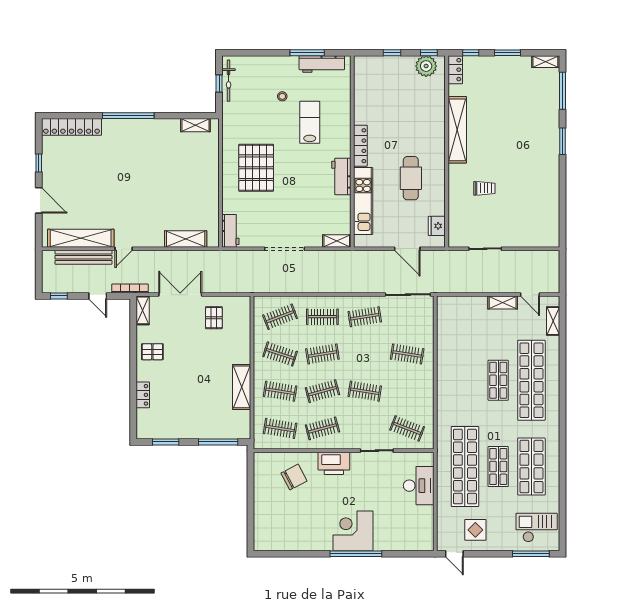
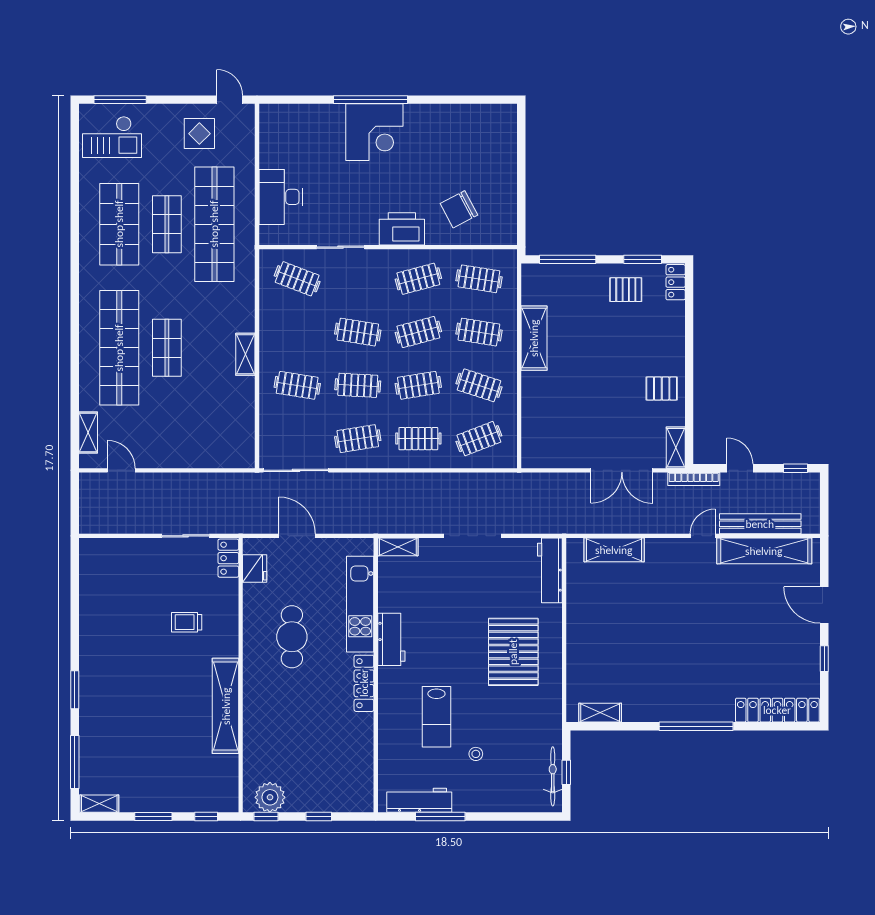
locker: (455, 70) -> (228, 558), moved
workbench: (230, 231) -> (550, 570), width x1.38
shelving: (503, 303) -> (245, 354), moved, turned 90
pallet: (214, 318) -> (626, 290), moved, turned 90
clothes rail: (365, 354) -> (358, 385), added
locker: (143, 395) -> (676, 282), moved

